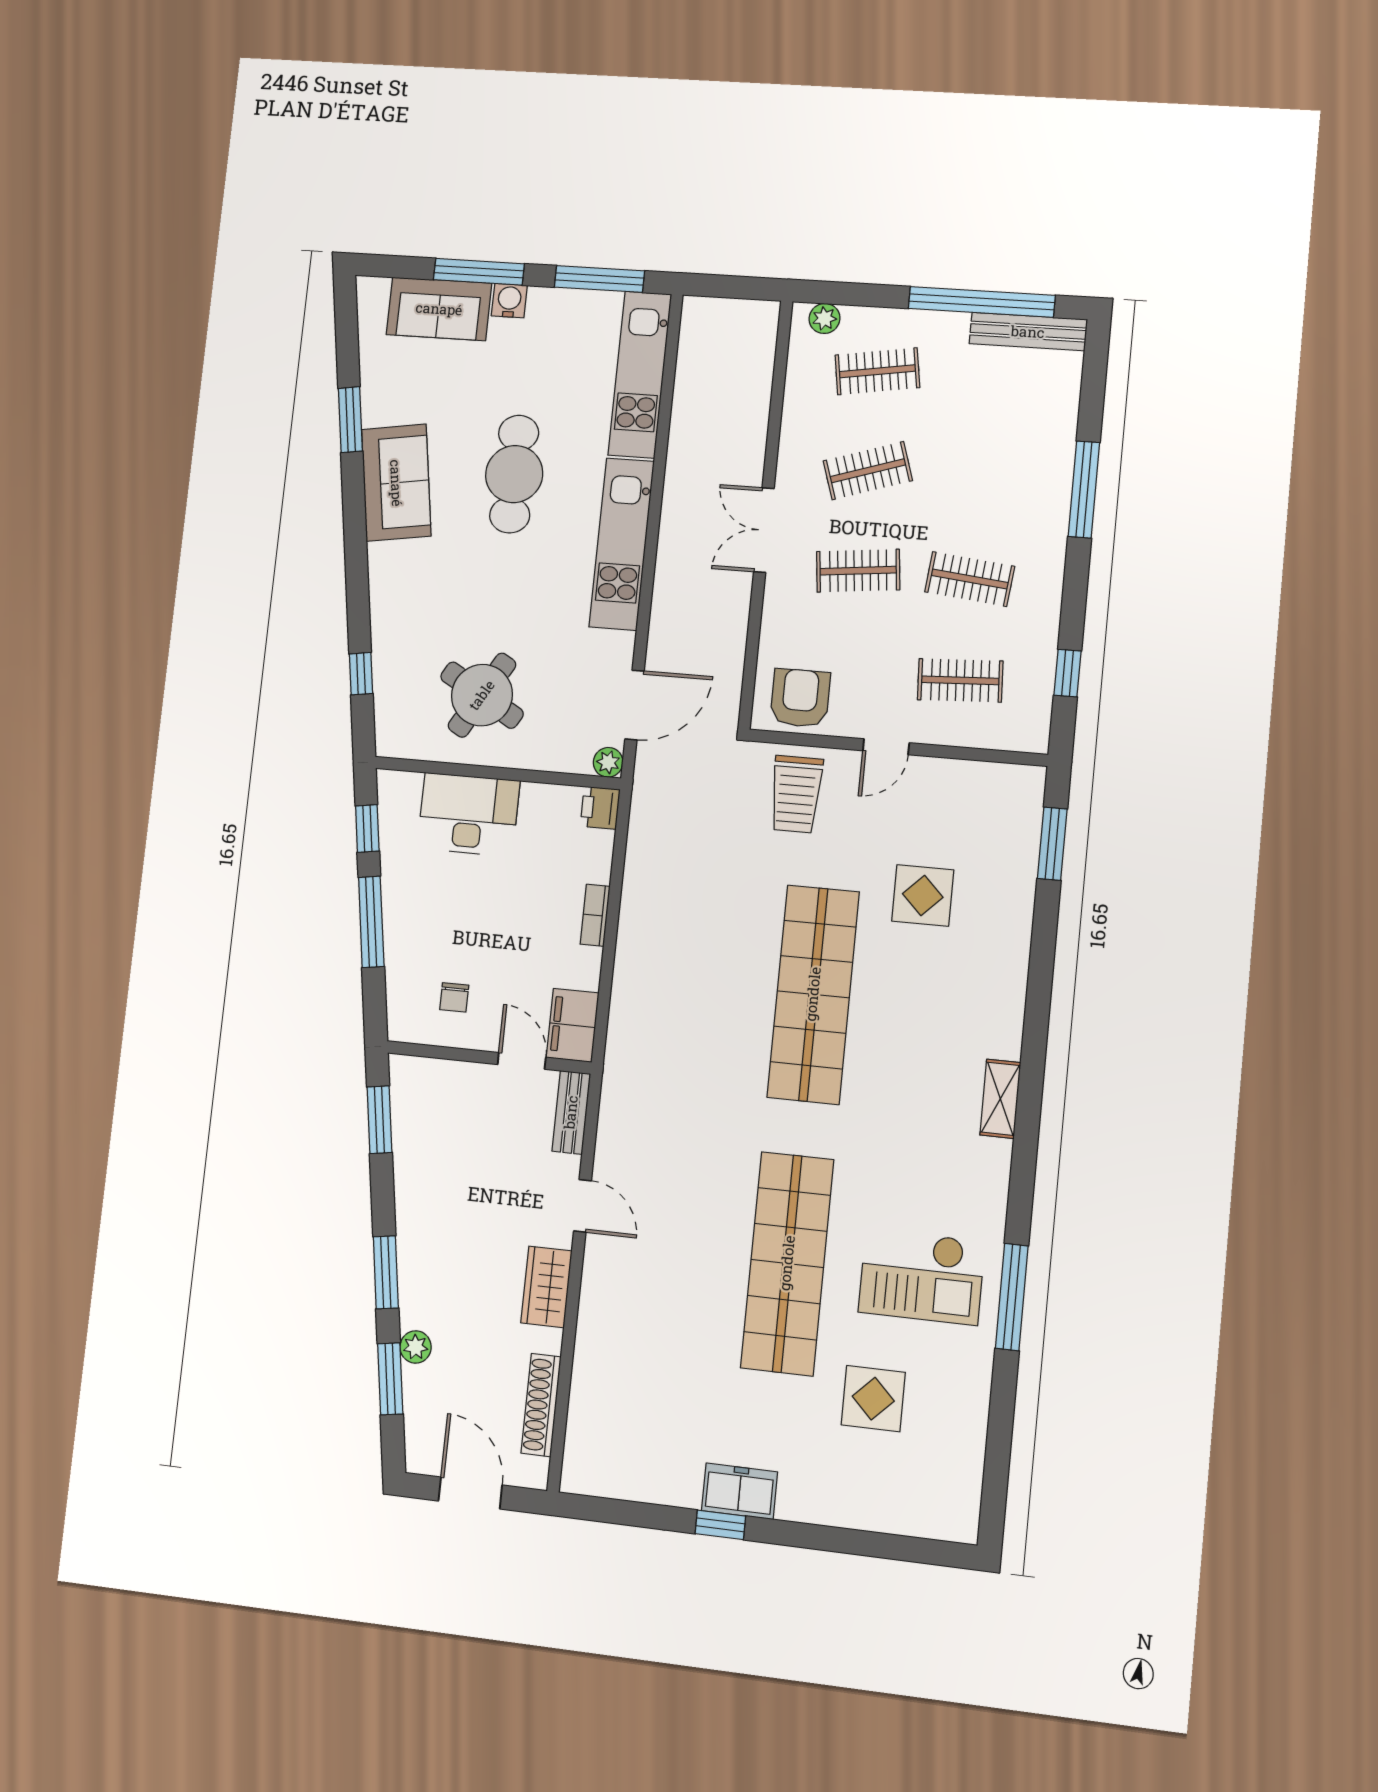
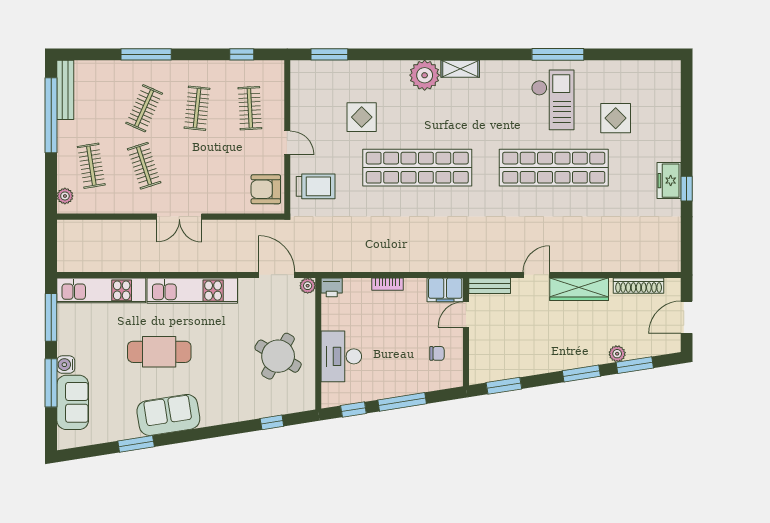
clothes rail: (858, 571) -> (144, 108), moved, turned 30
plant: (994, 1027) -> (425, 75), added
wardrobe: (546, 1287) -> (579, 289), width x1.50

